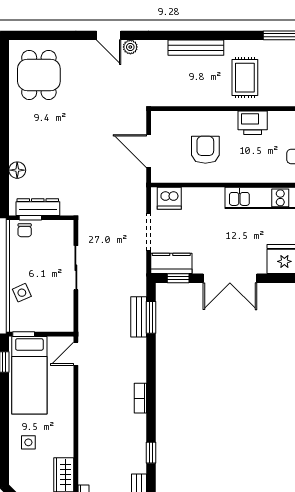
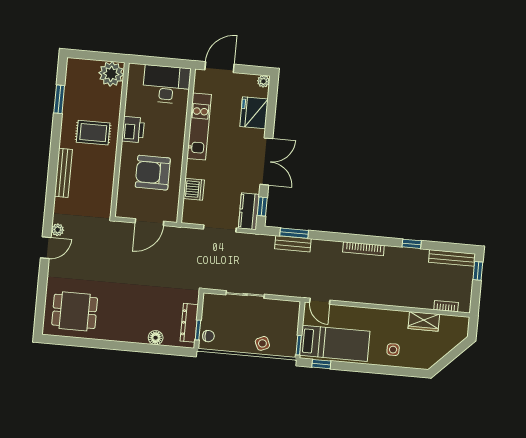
armchair: (205, 150) -> (153, 173), width x1.36, depth x1.36
dishwasher: (169, 198) -> (194, 189), moved
bookcase: (140, 398) -> (363, 249), width x1.56

